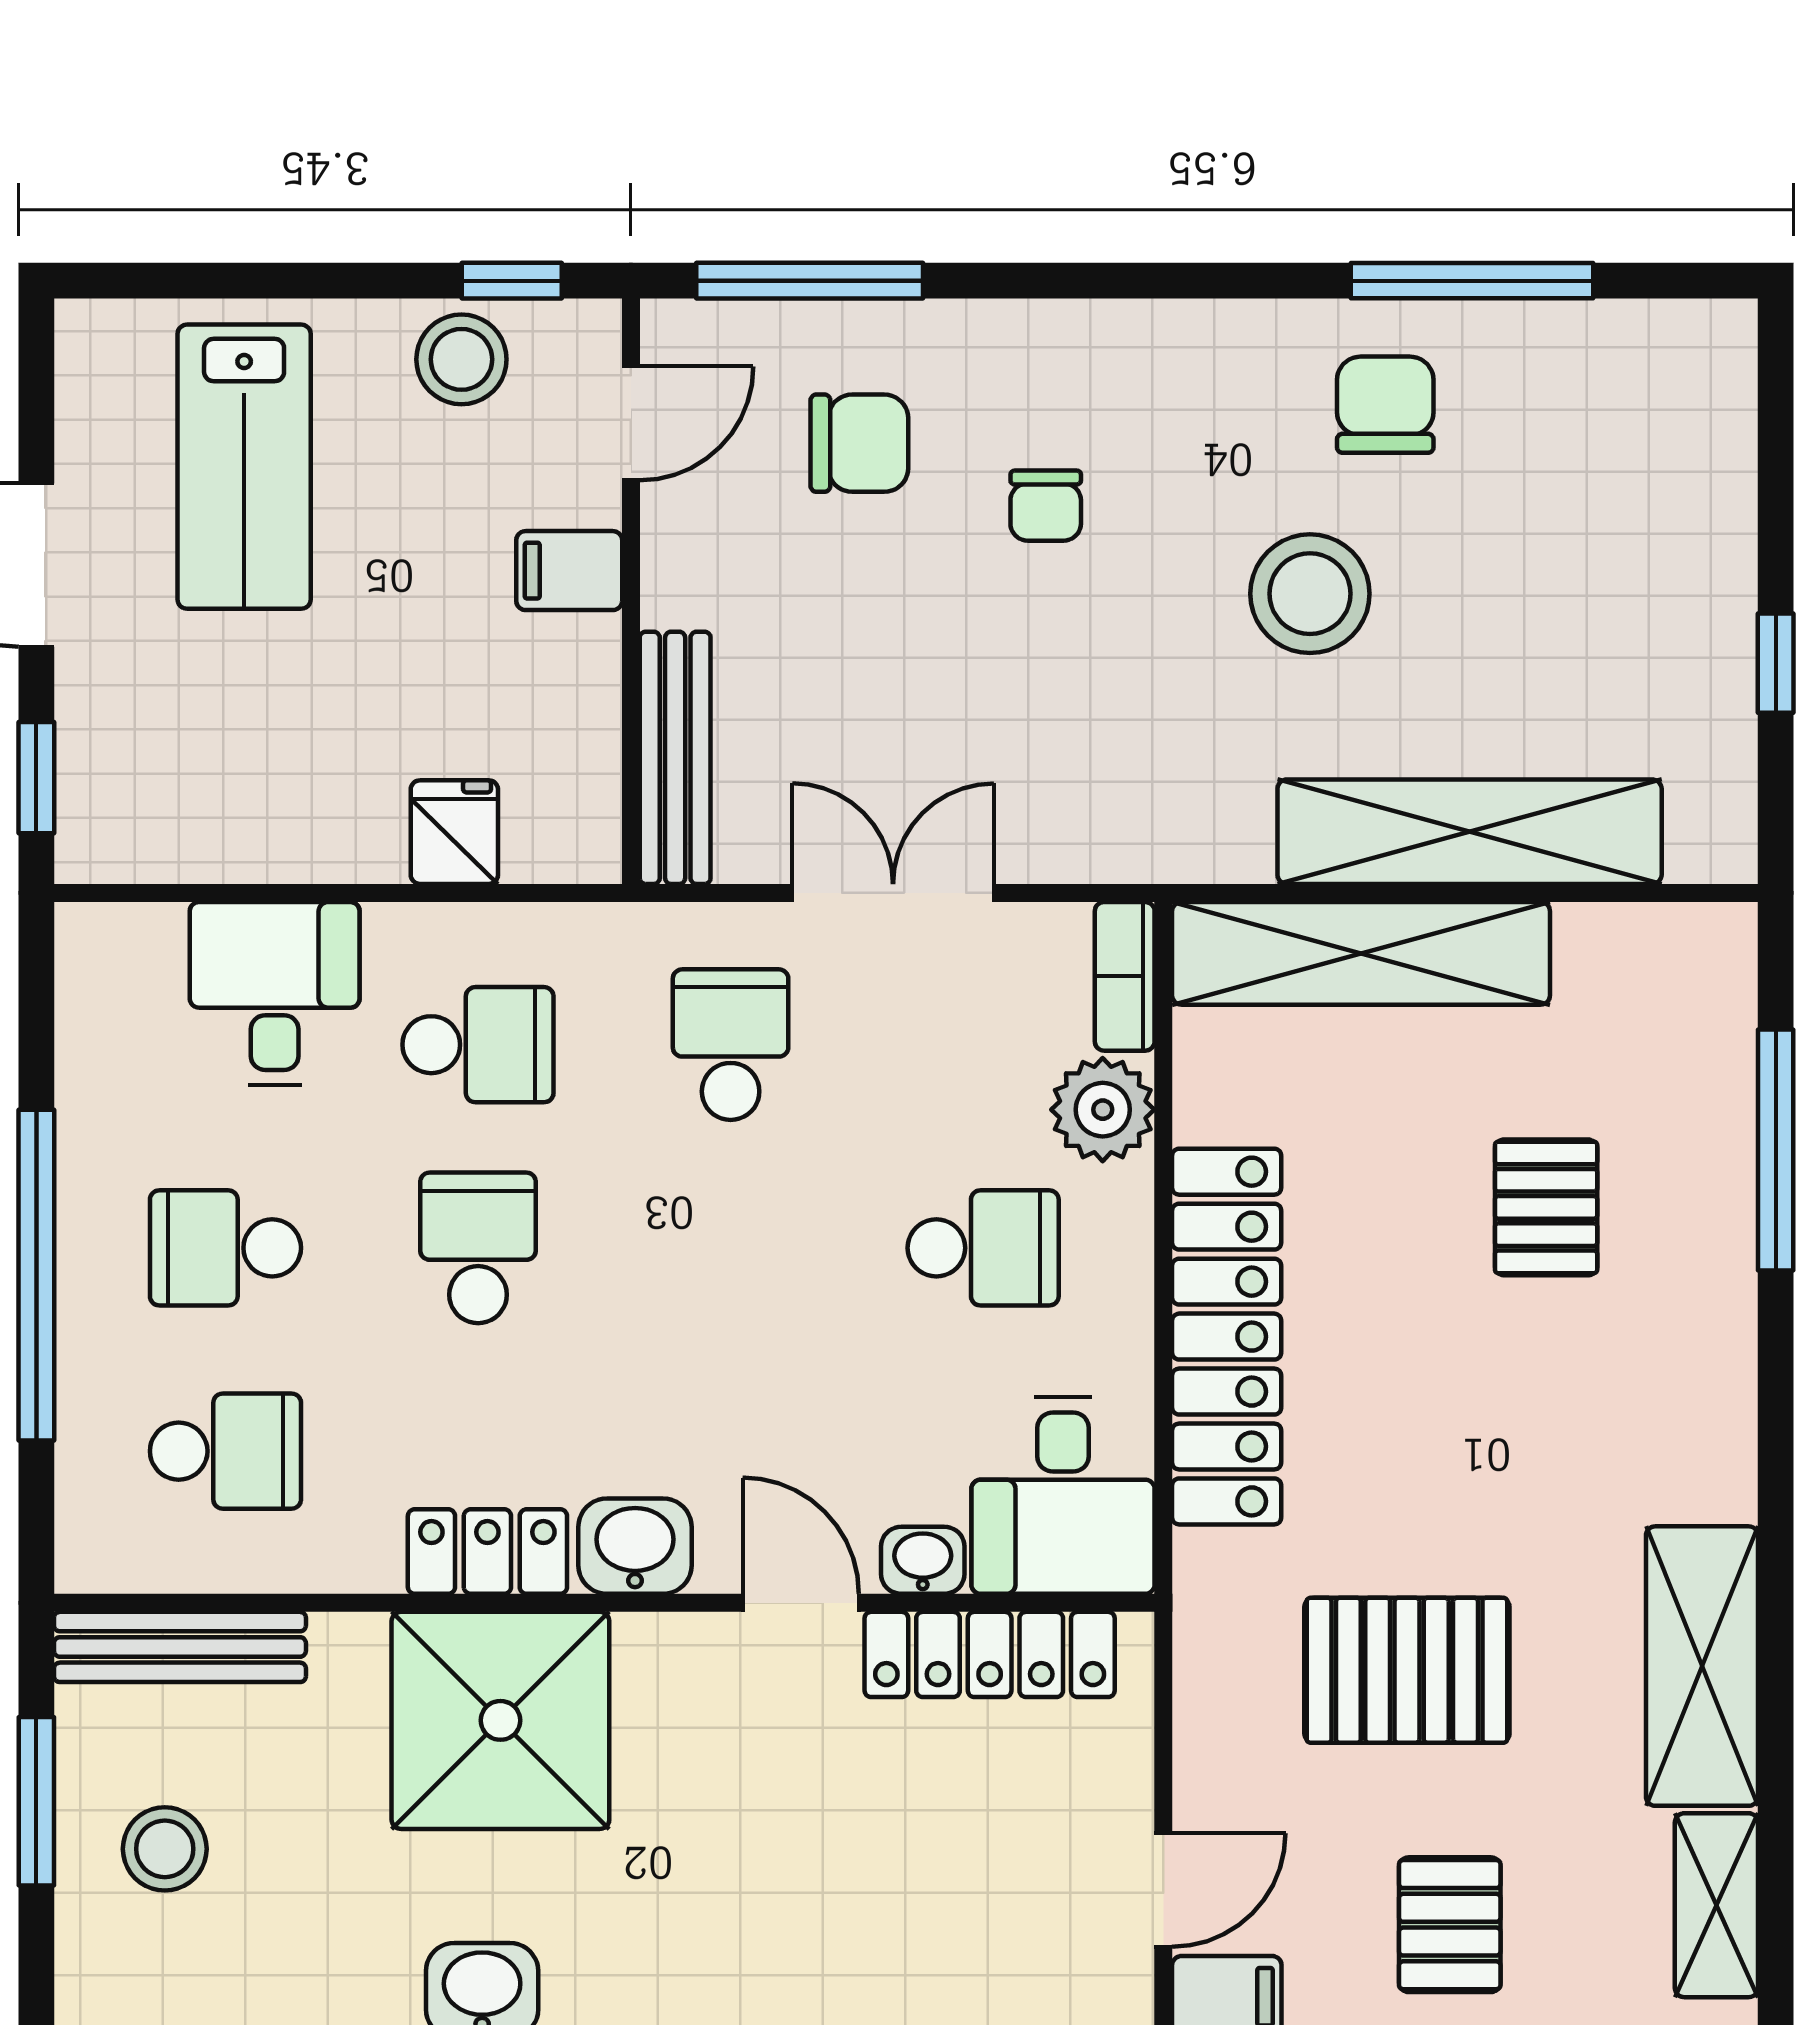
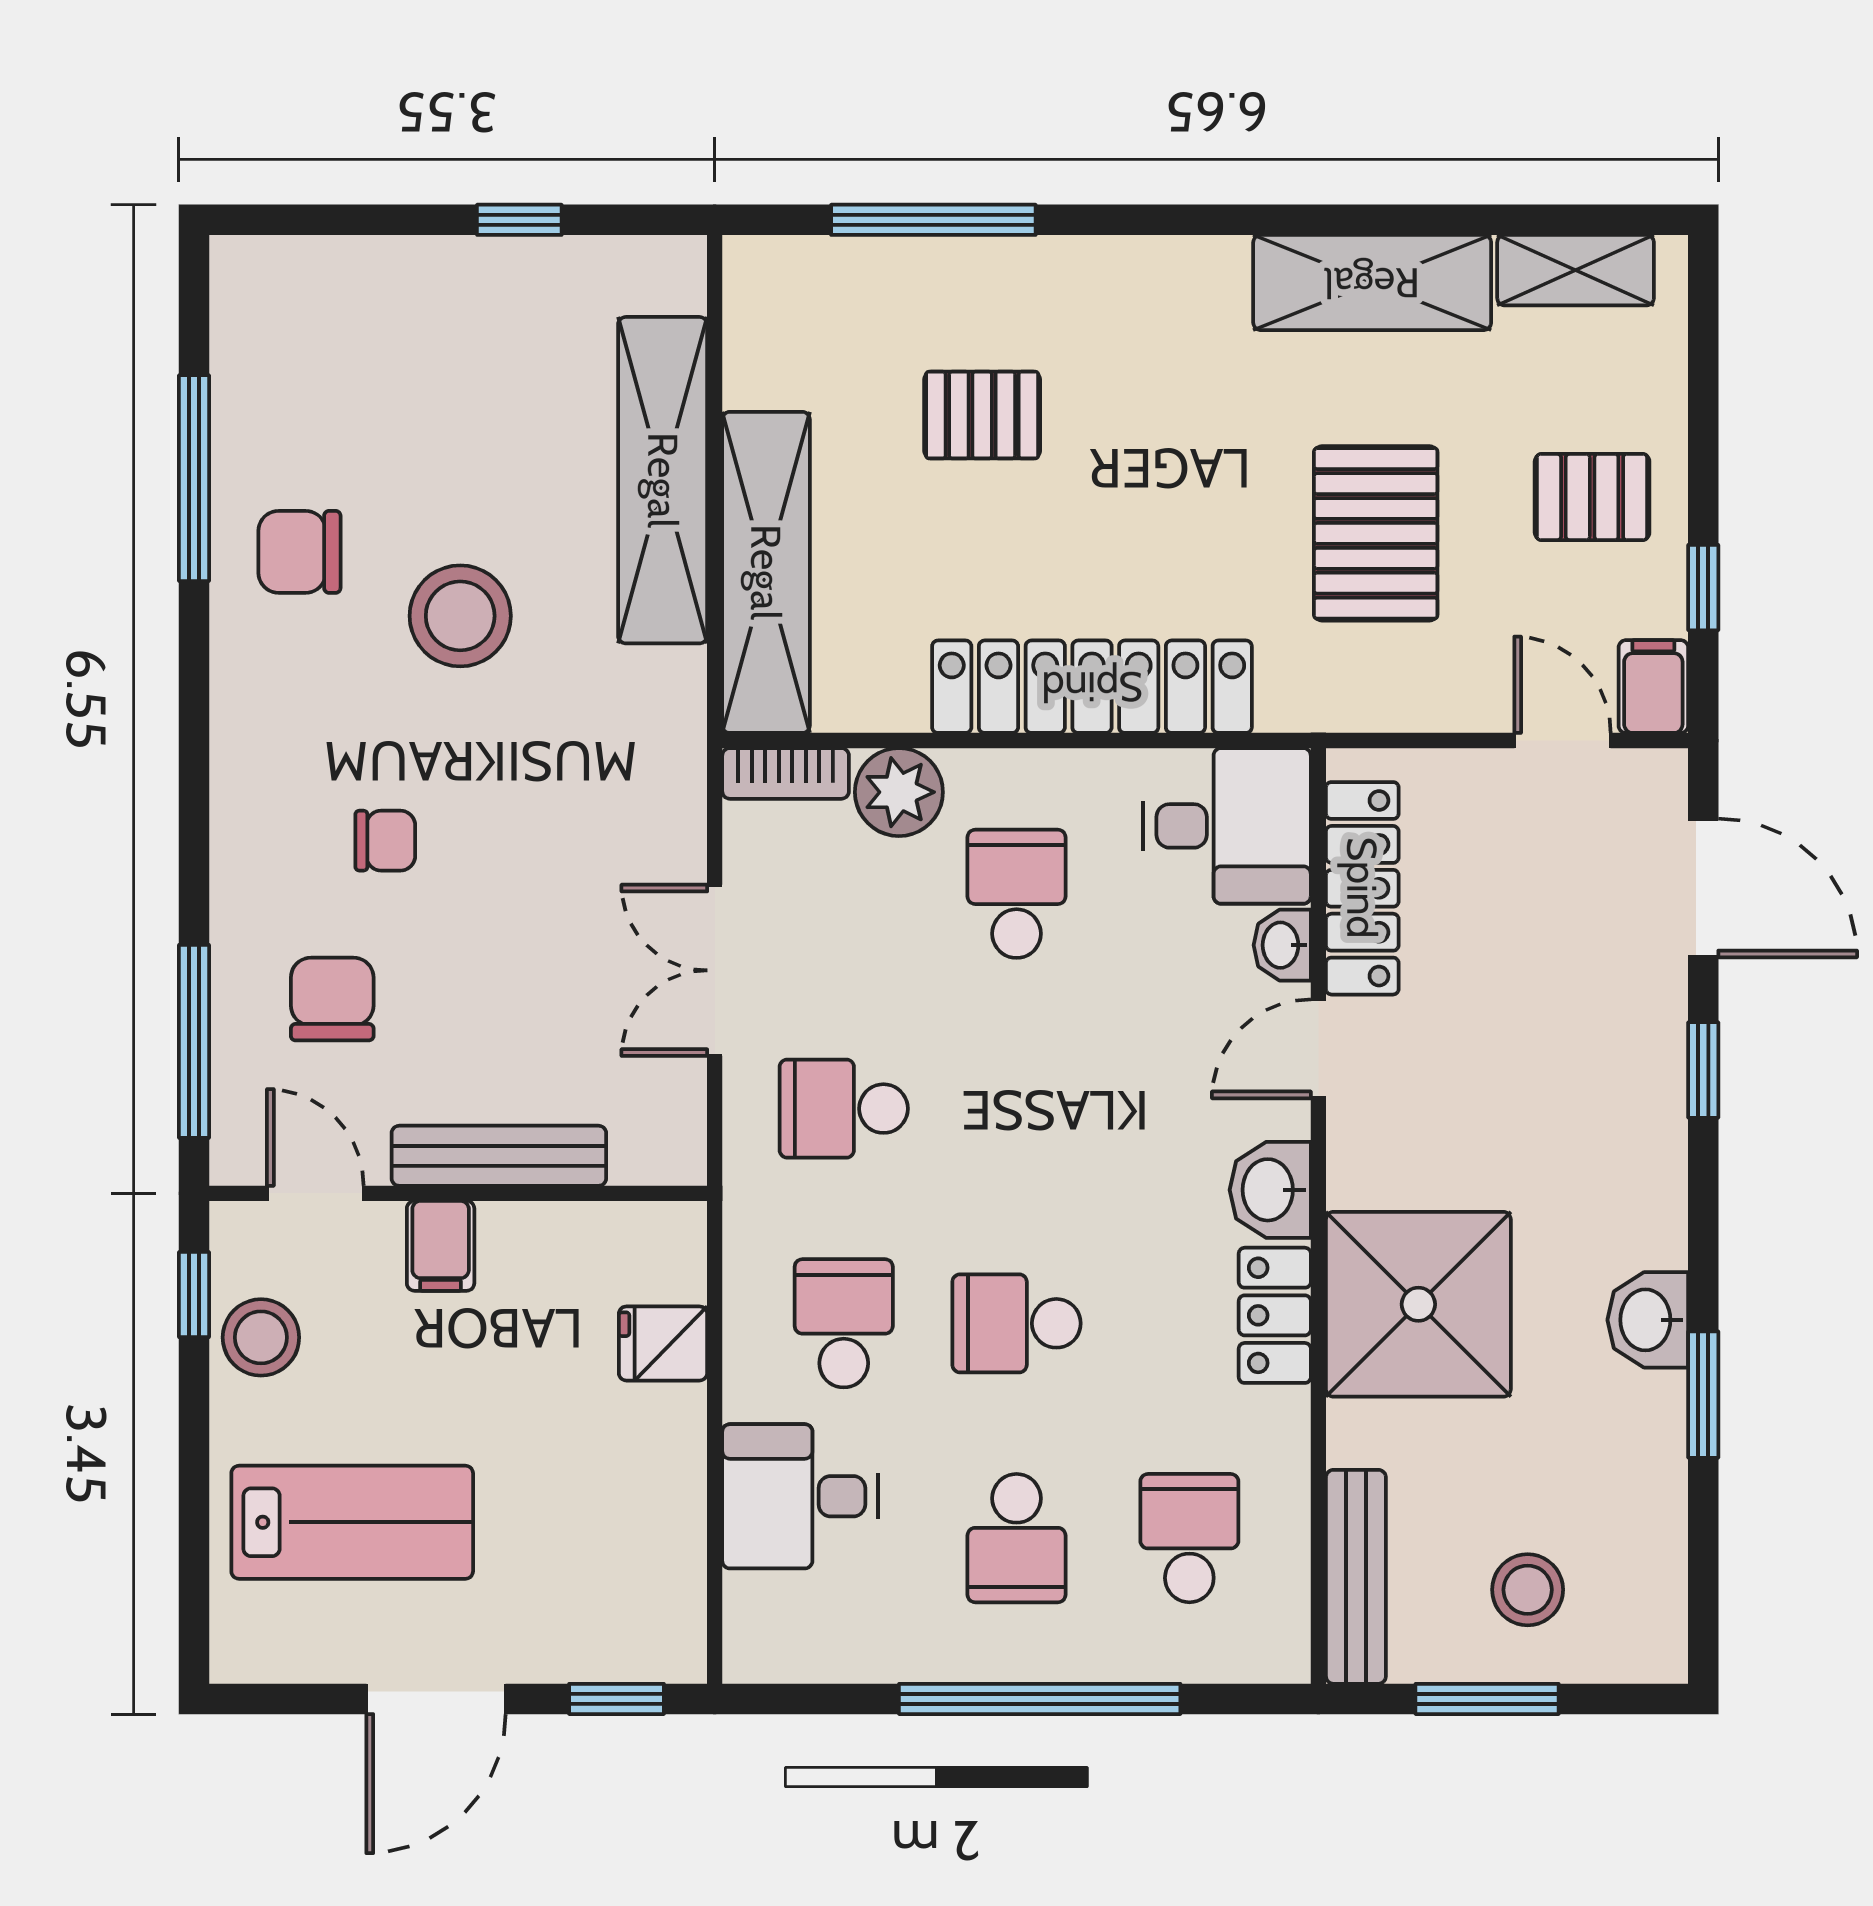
bench: (675, 758) -> (499, 1156), moved

